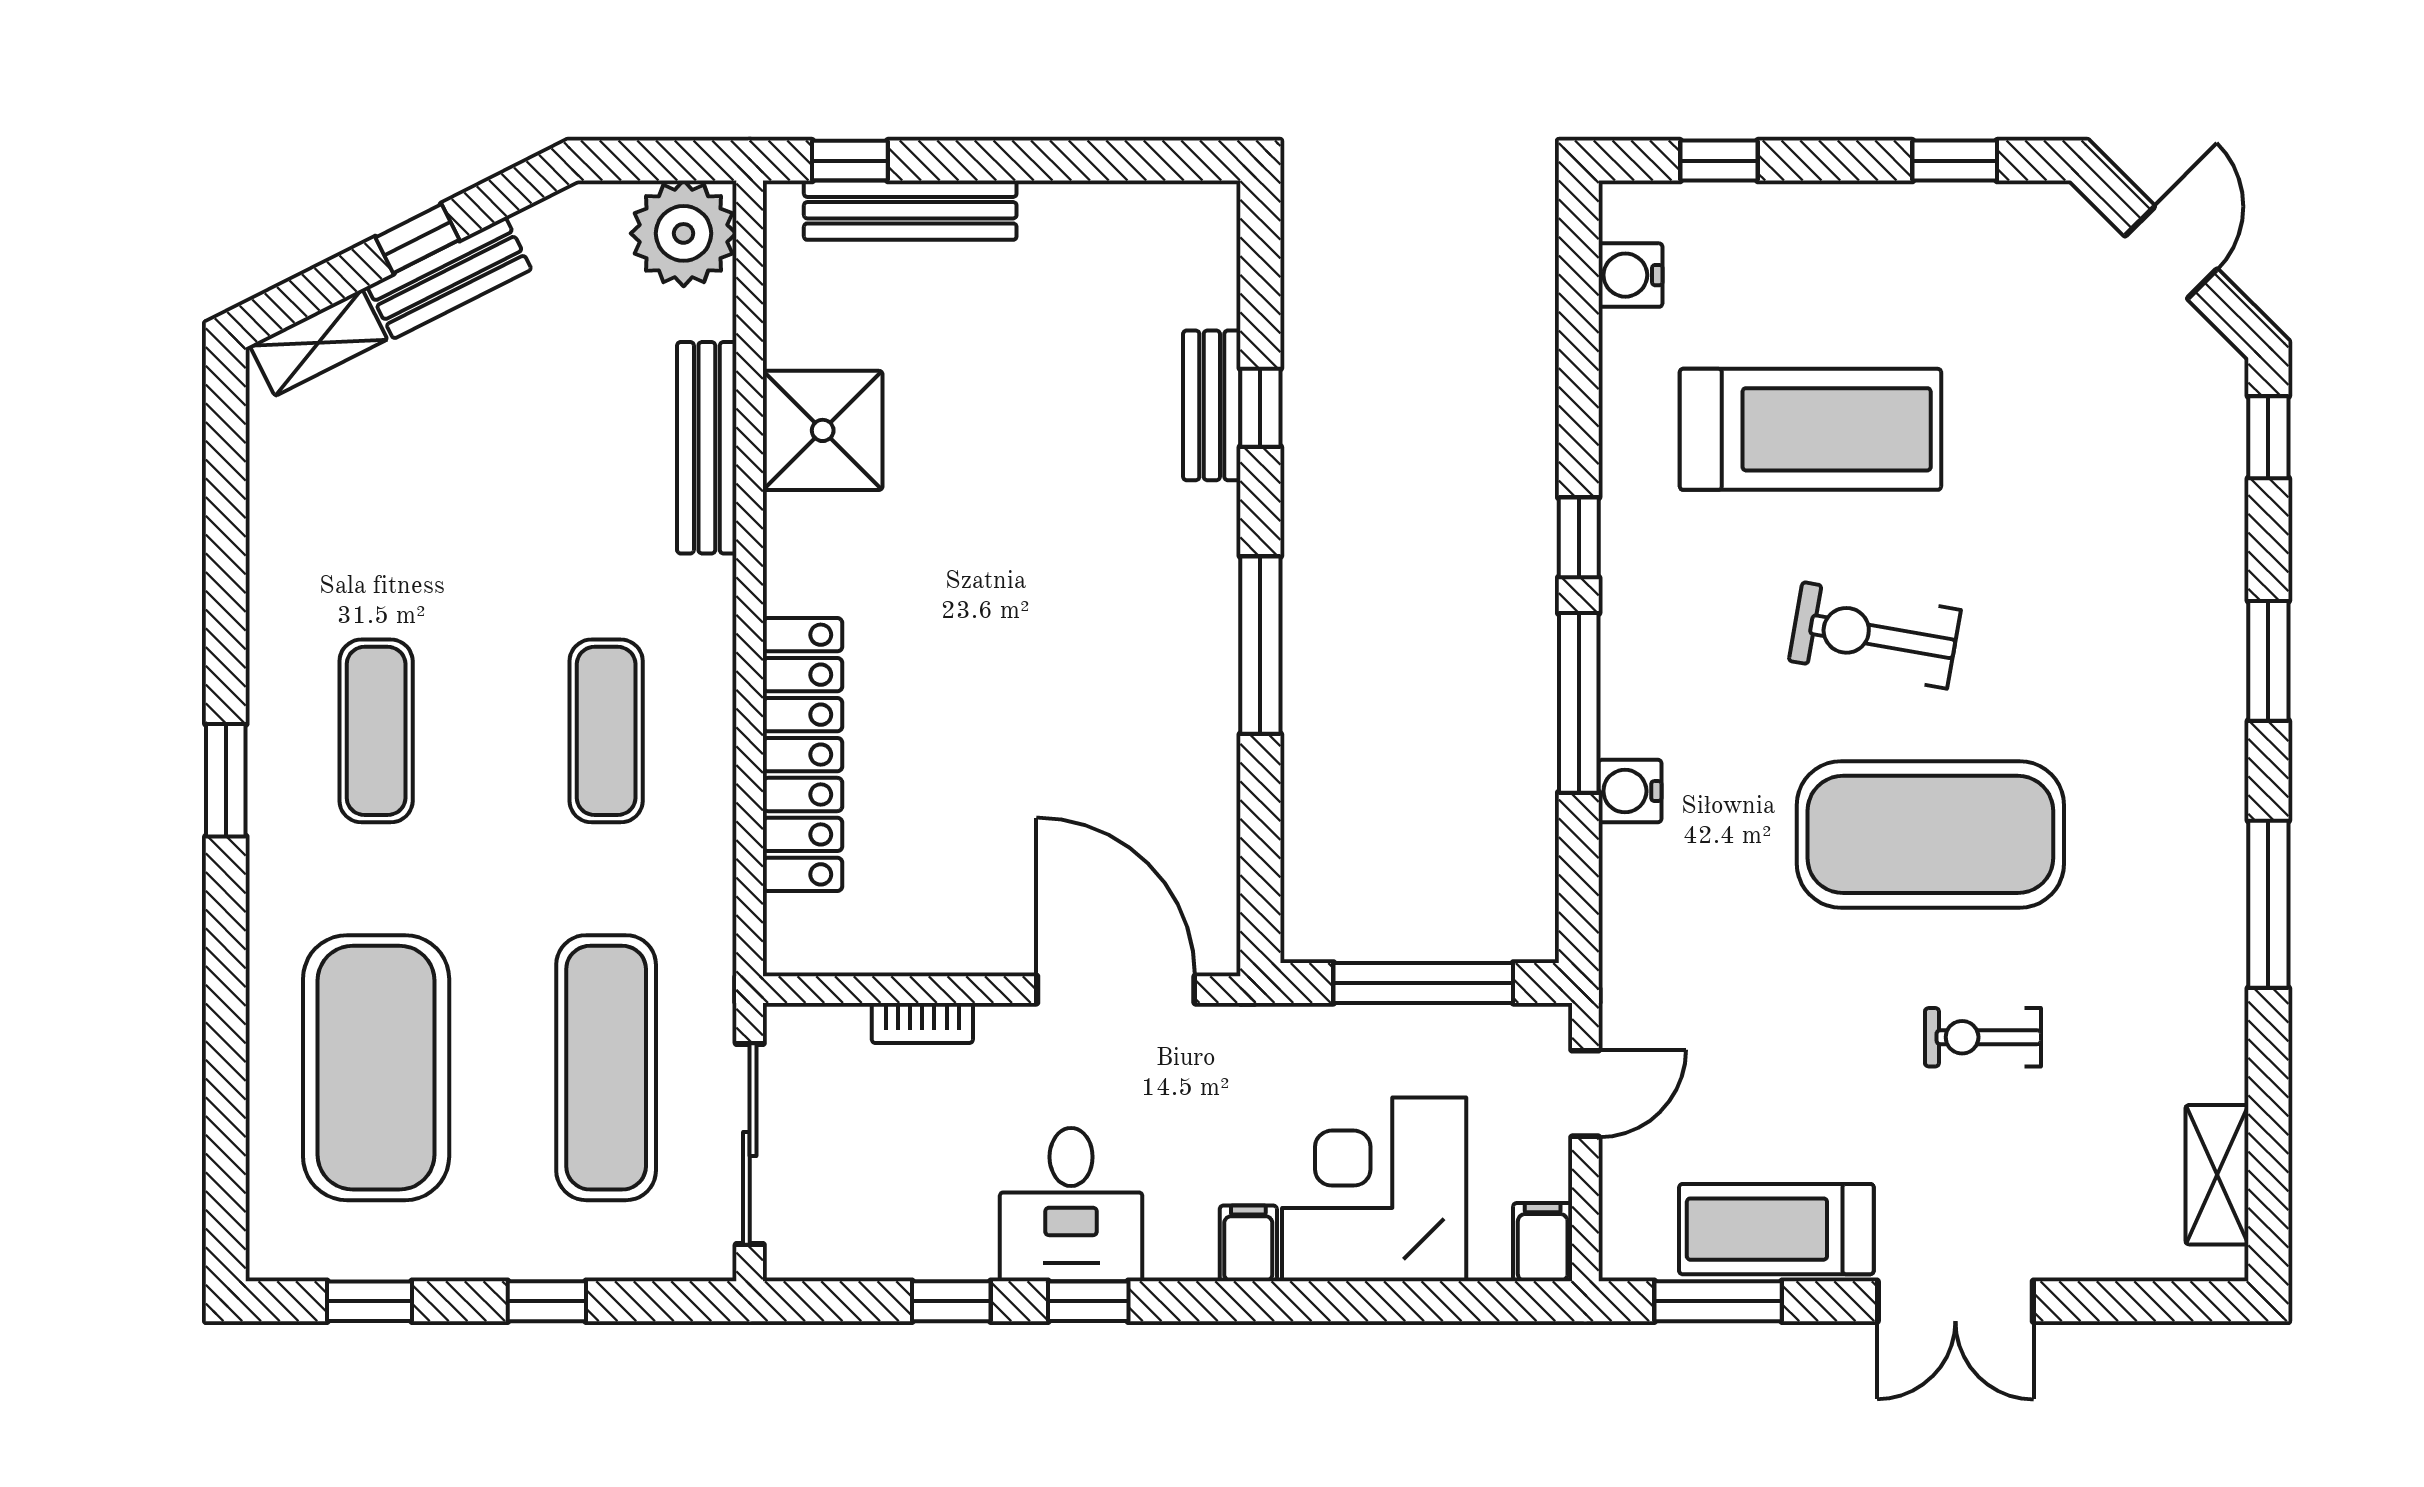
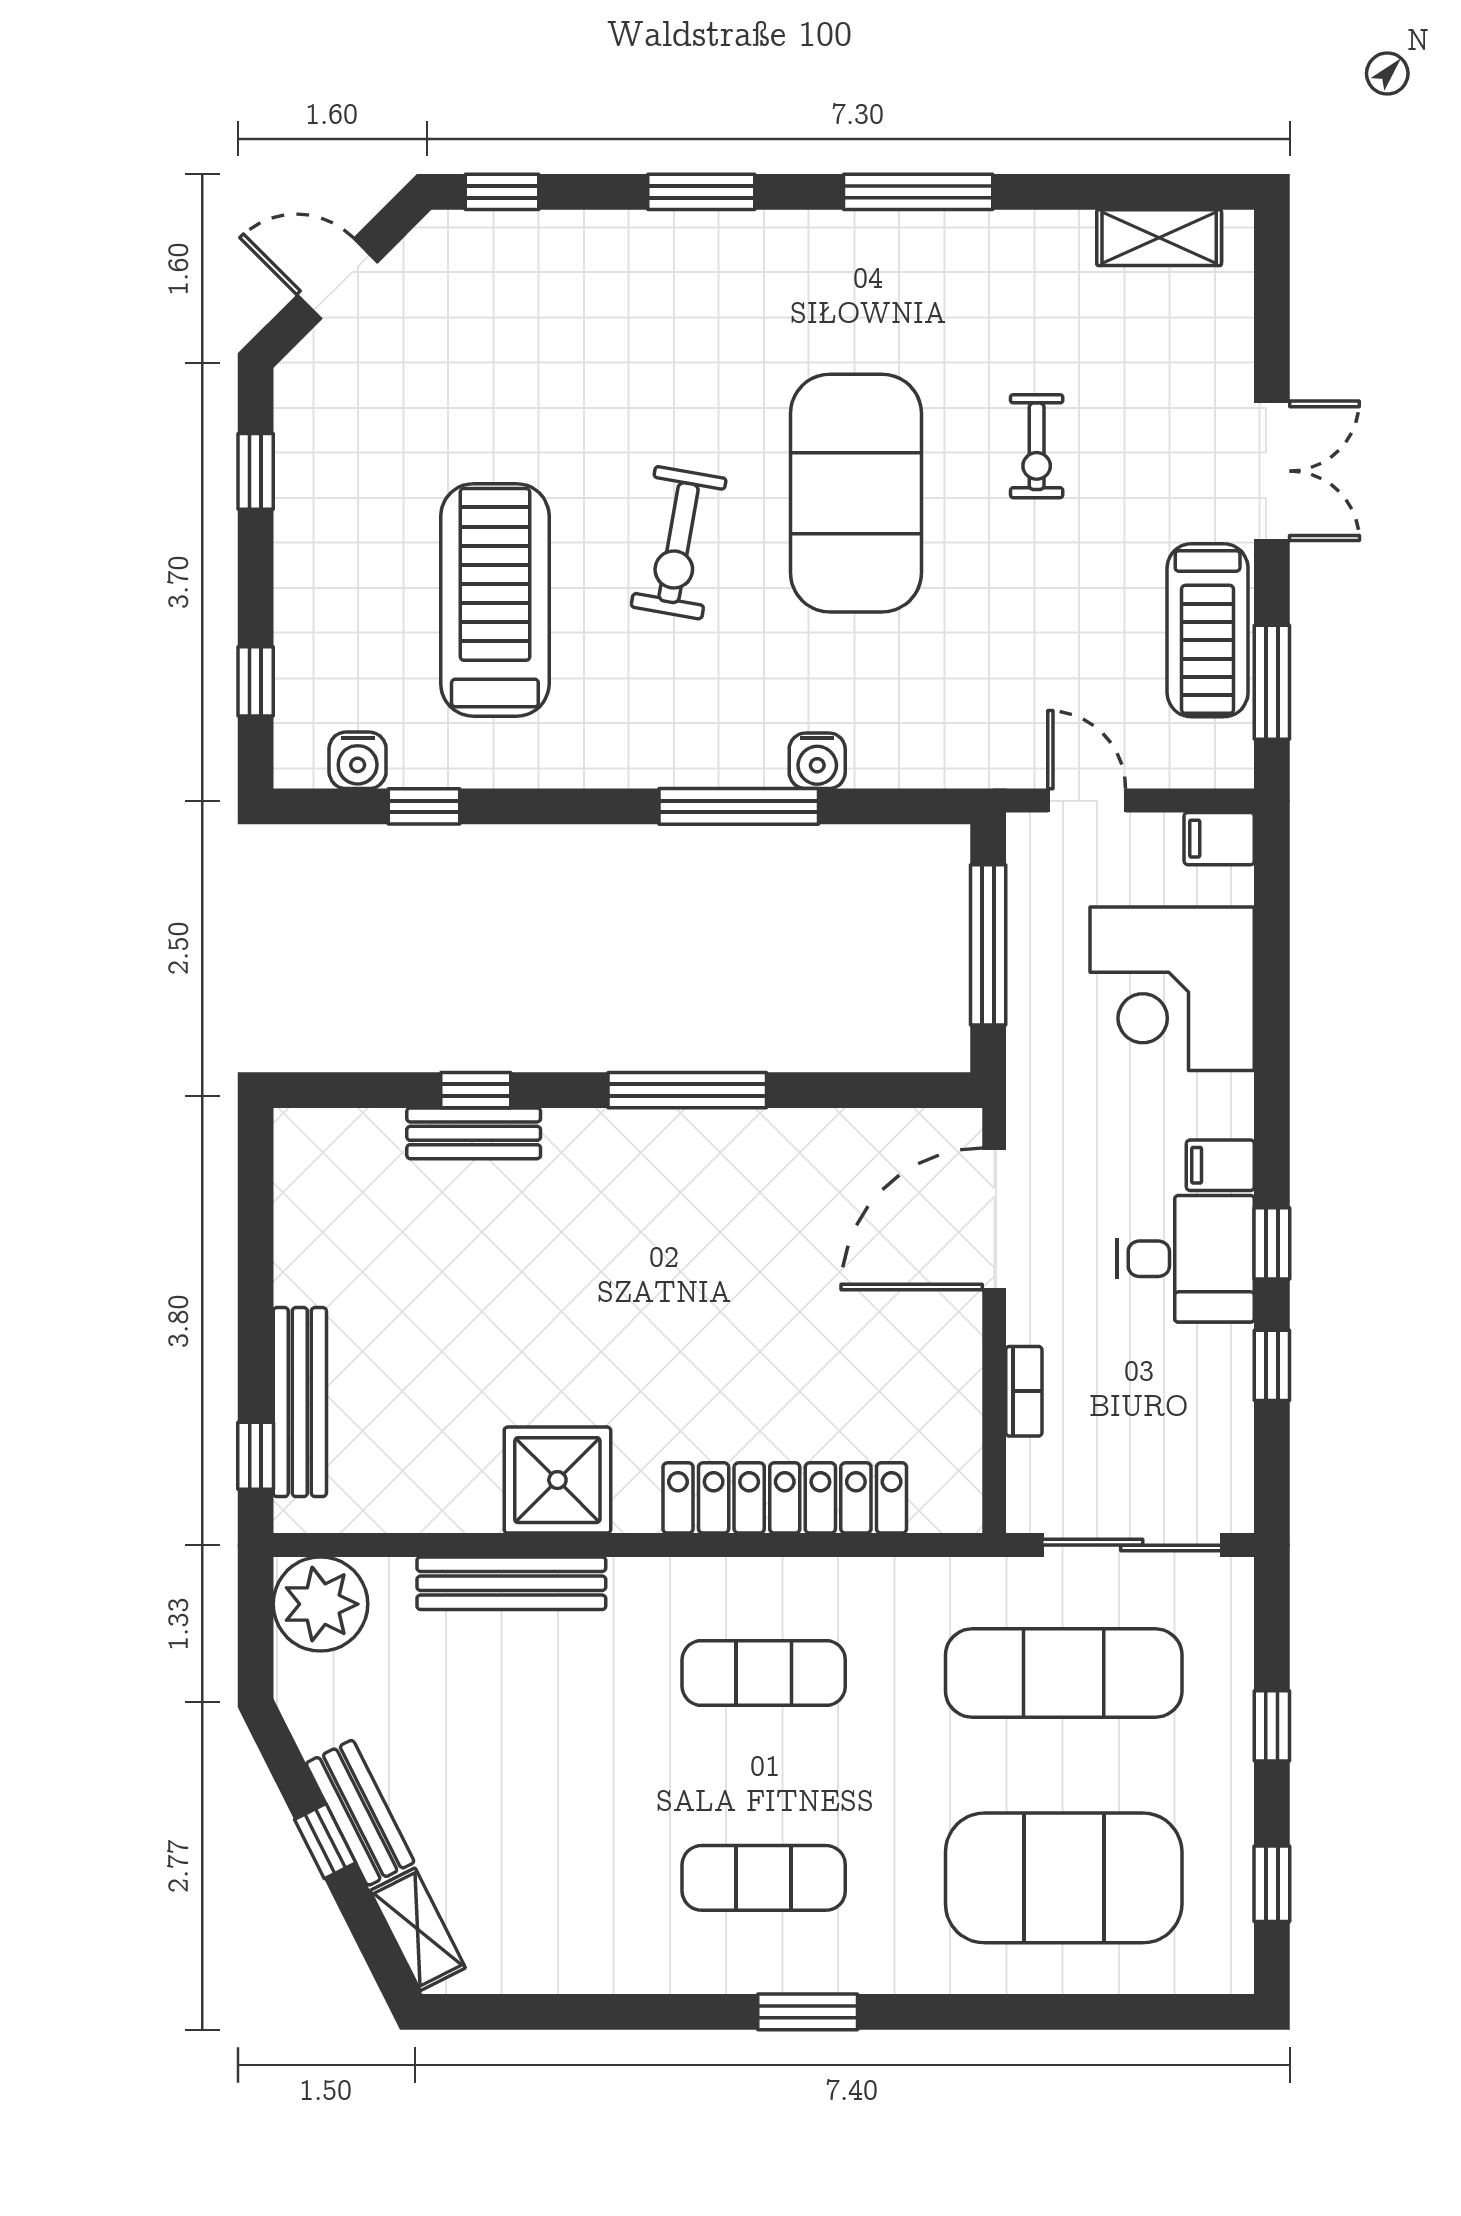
shower: (823, 430) -> (557, 1480), moved
window: (1579, 537) -> (424, 806), moved
filing cabinet: (1248, 1243) -> (1220, 1165), moved

